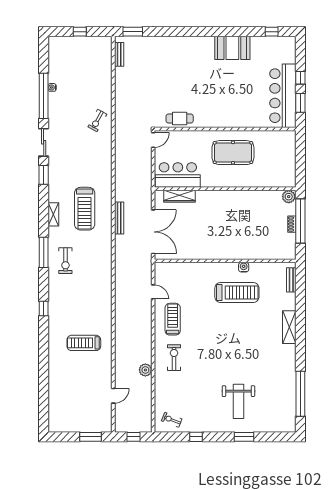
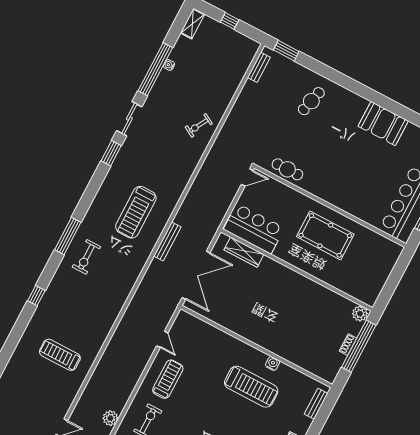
cafe table: (171, 59) -> (311, 101), added
shelving: (53, 214) -> (193, 24), moved

